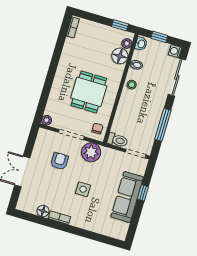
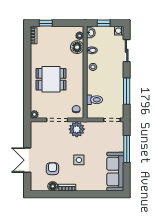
window: (120, 25) -> (46, 23), moved
sliding door: (177, 77) -> (127, 51), width x0.73
dining table: (89, 92) -> (51, 79), moved, turned 90
toilet: (117, 140) -> (95, 100), moved
armchair: (60, 161) -> (52, 169), moved
window: (143, 193) -> (127, 149), width x2.17
sofa: (127, 197) -> (115, 172), moved

